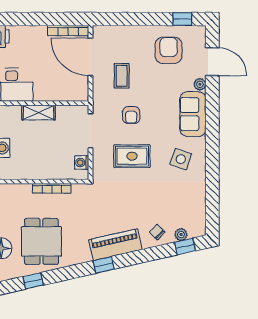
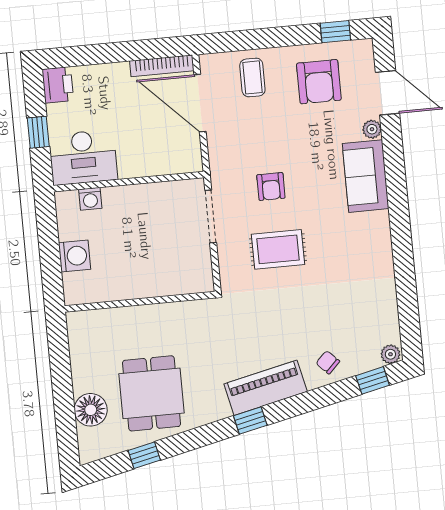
armchair: (169, 50) -> (319, 82), turned 180
coffee table: (122, 76) -> (252, 77), moved
shelving: (39, 113) -> (128, 196), removed
side table: (181, 159) -> (353, 247), removed
washing machine: (82, 163) -> (90, 199), moved, turned -90
bookcase: (52, 188) -> (160, 310), removed
plant: (181, 235) -> (390, 354), moved

